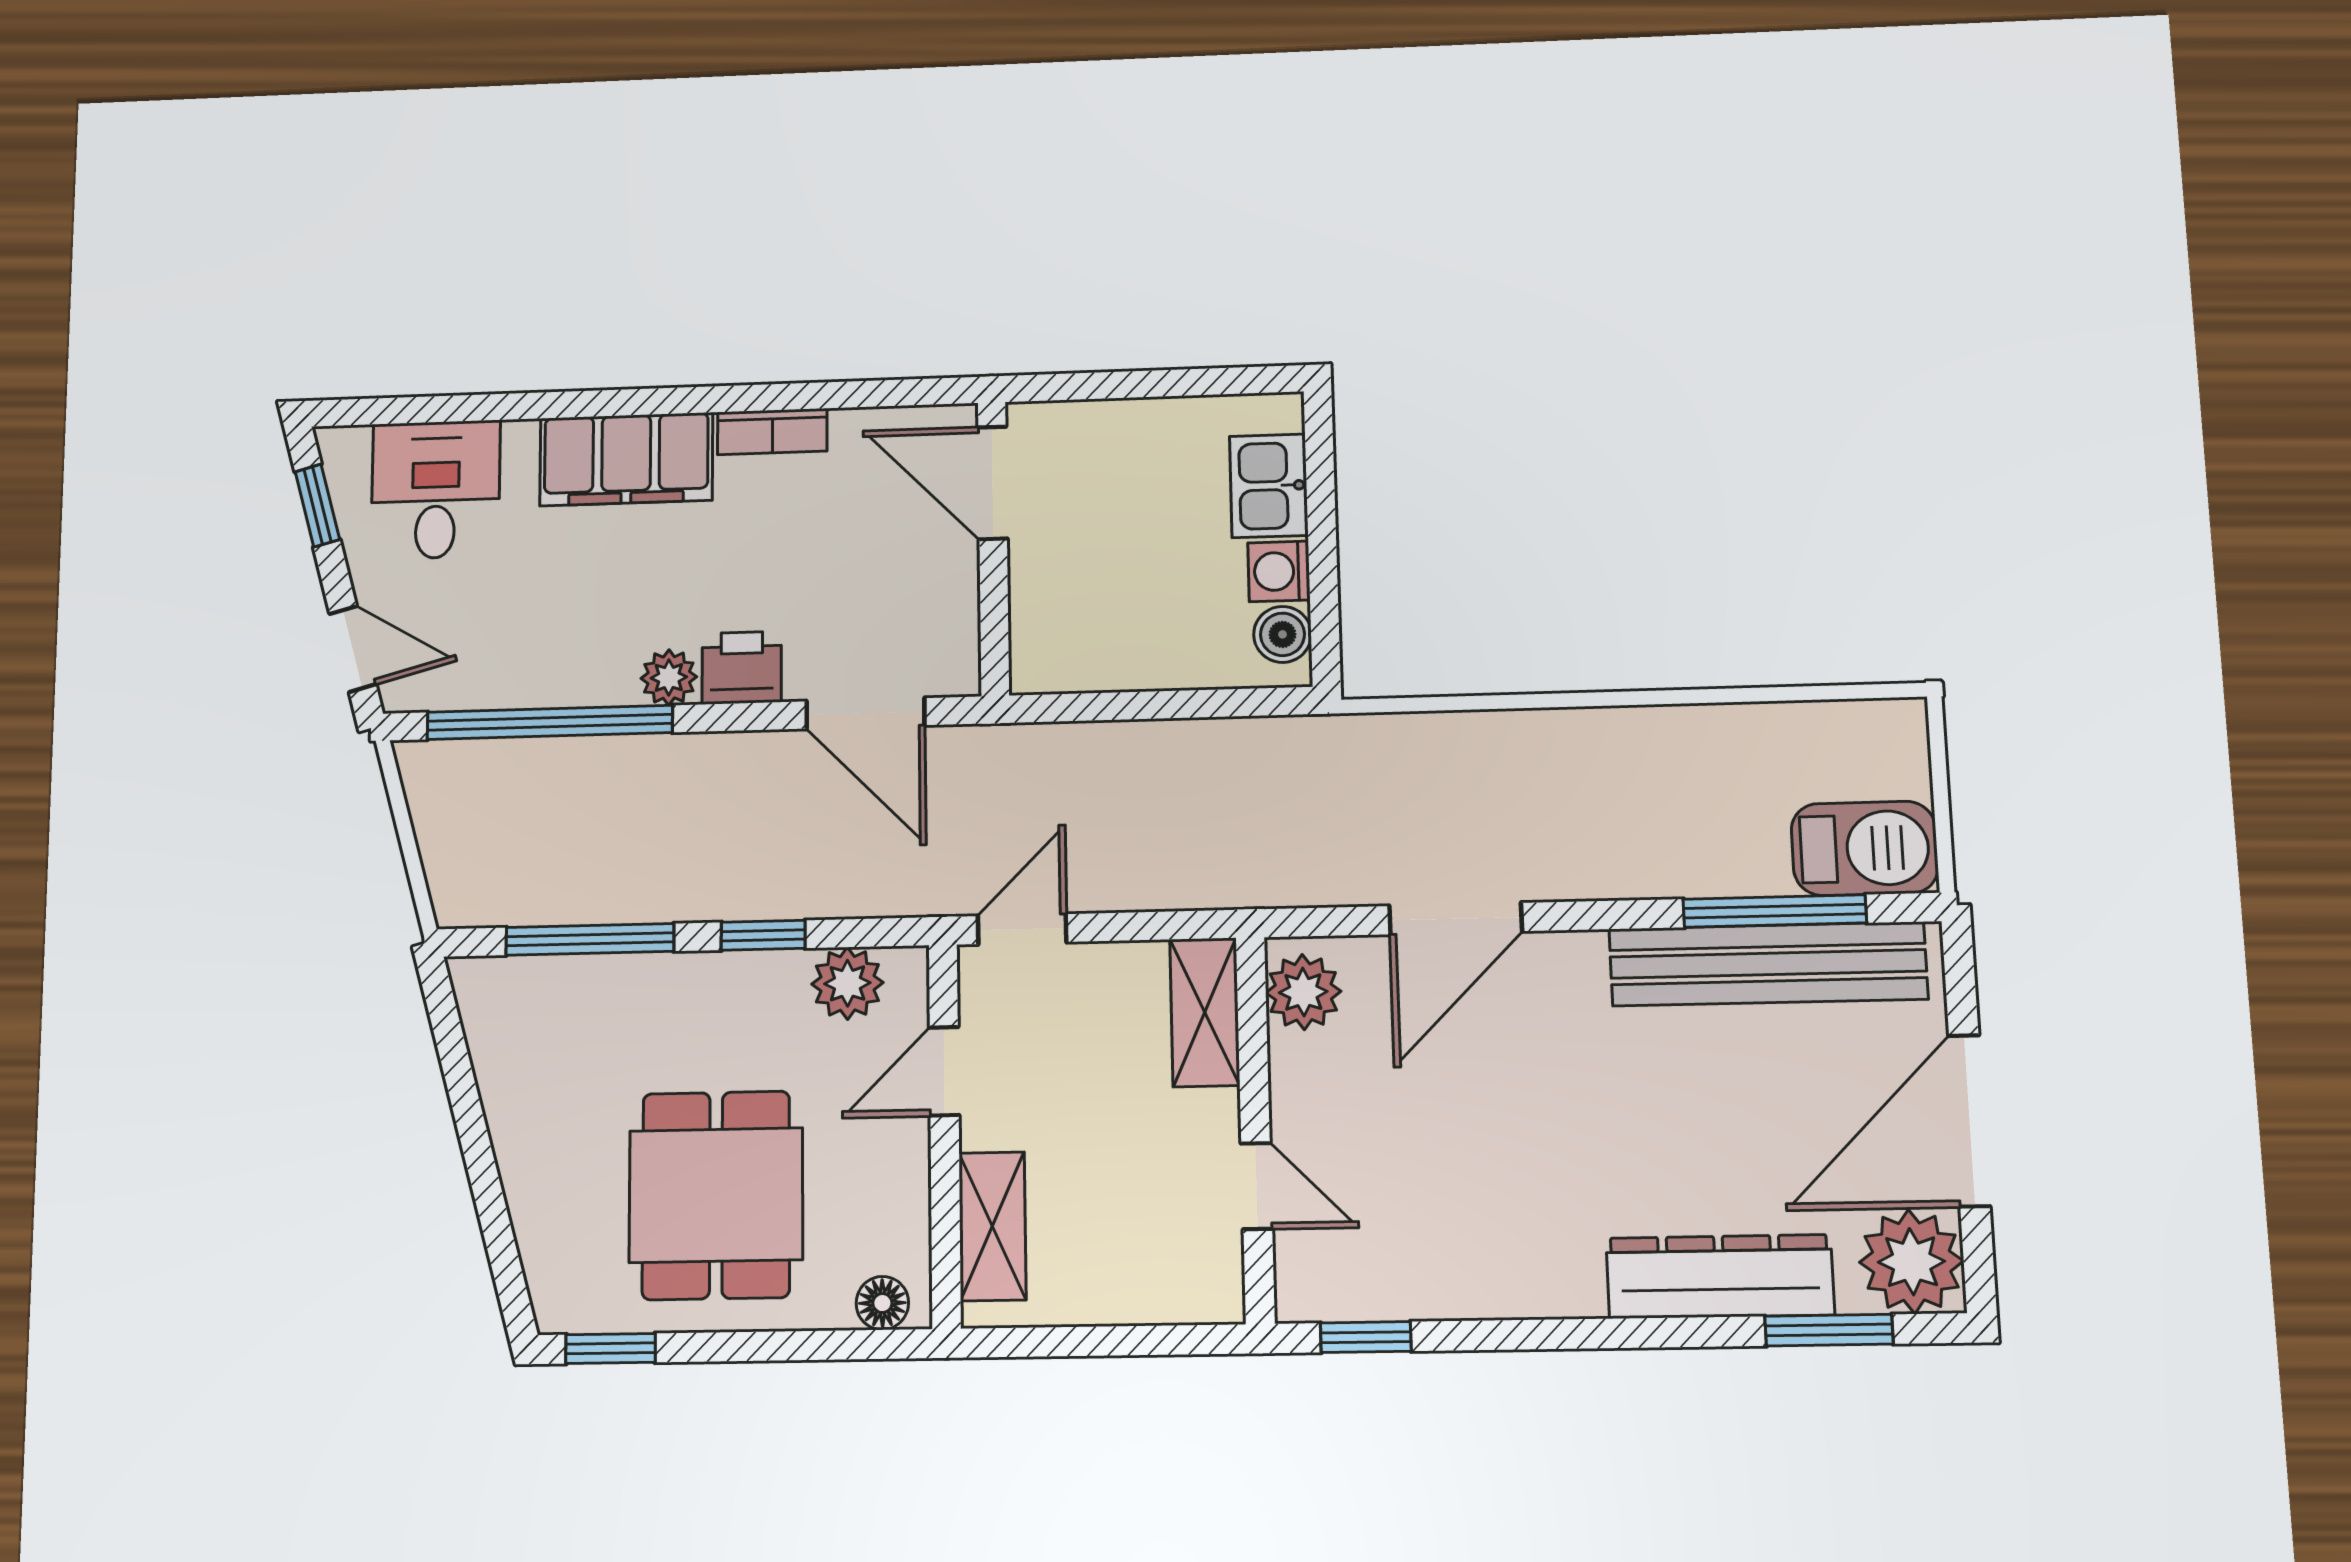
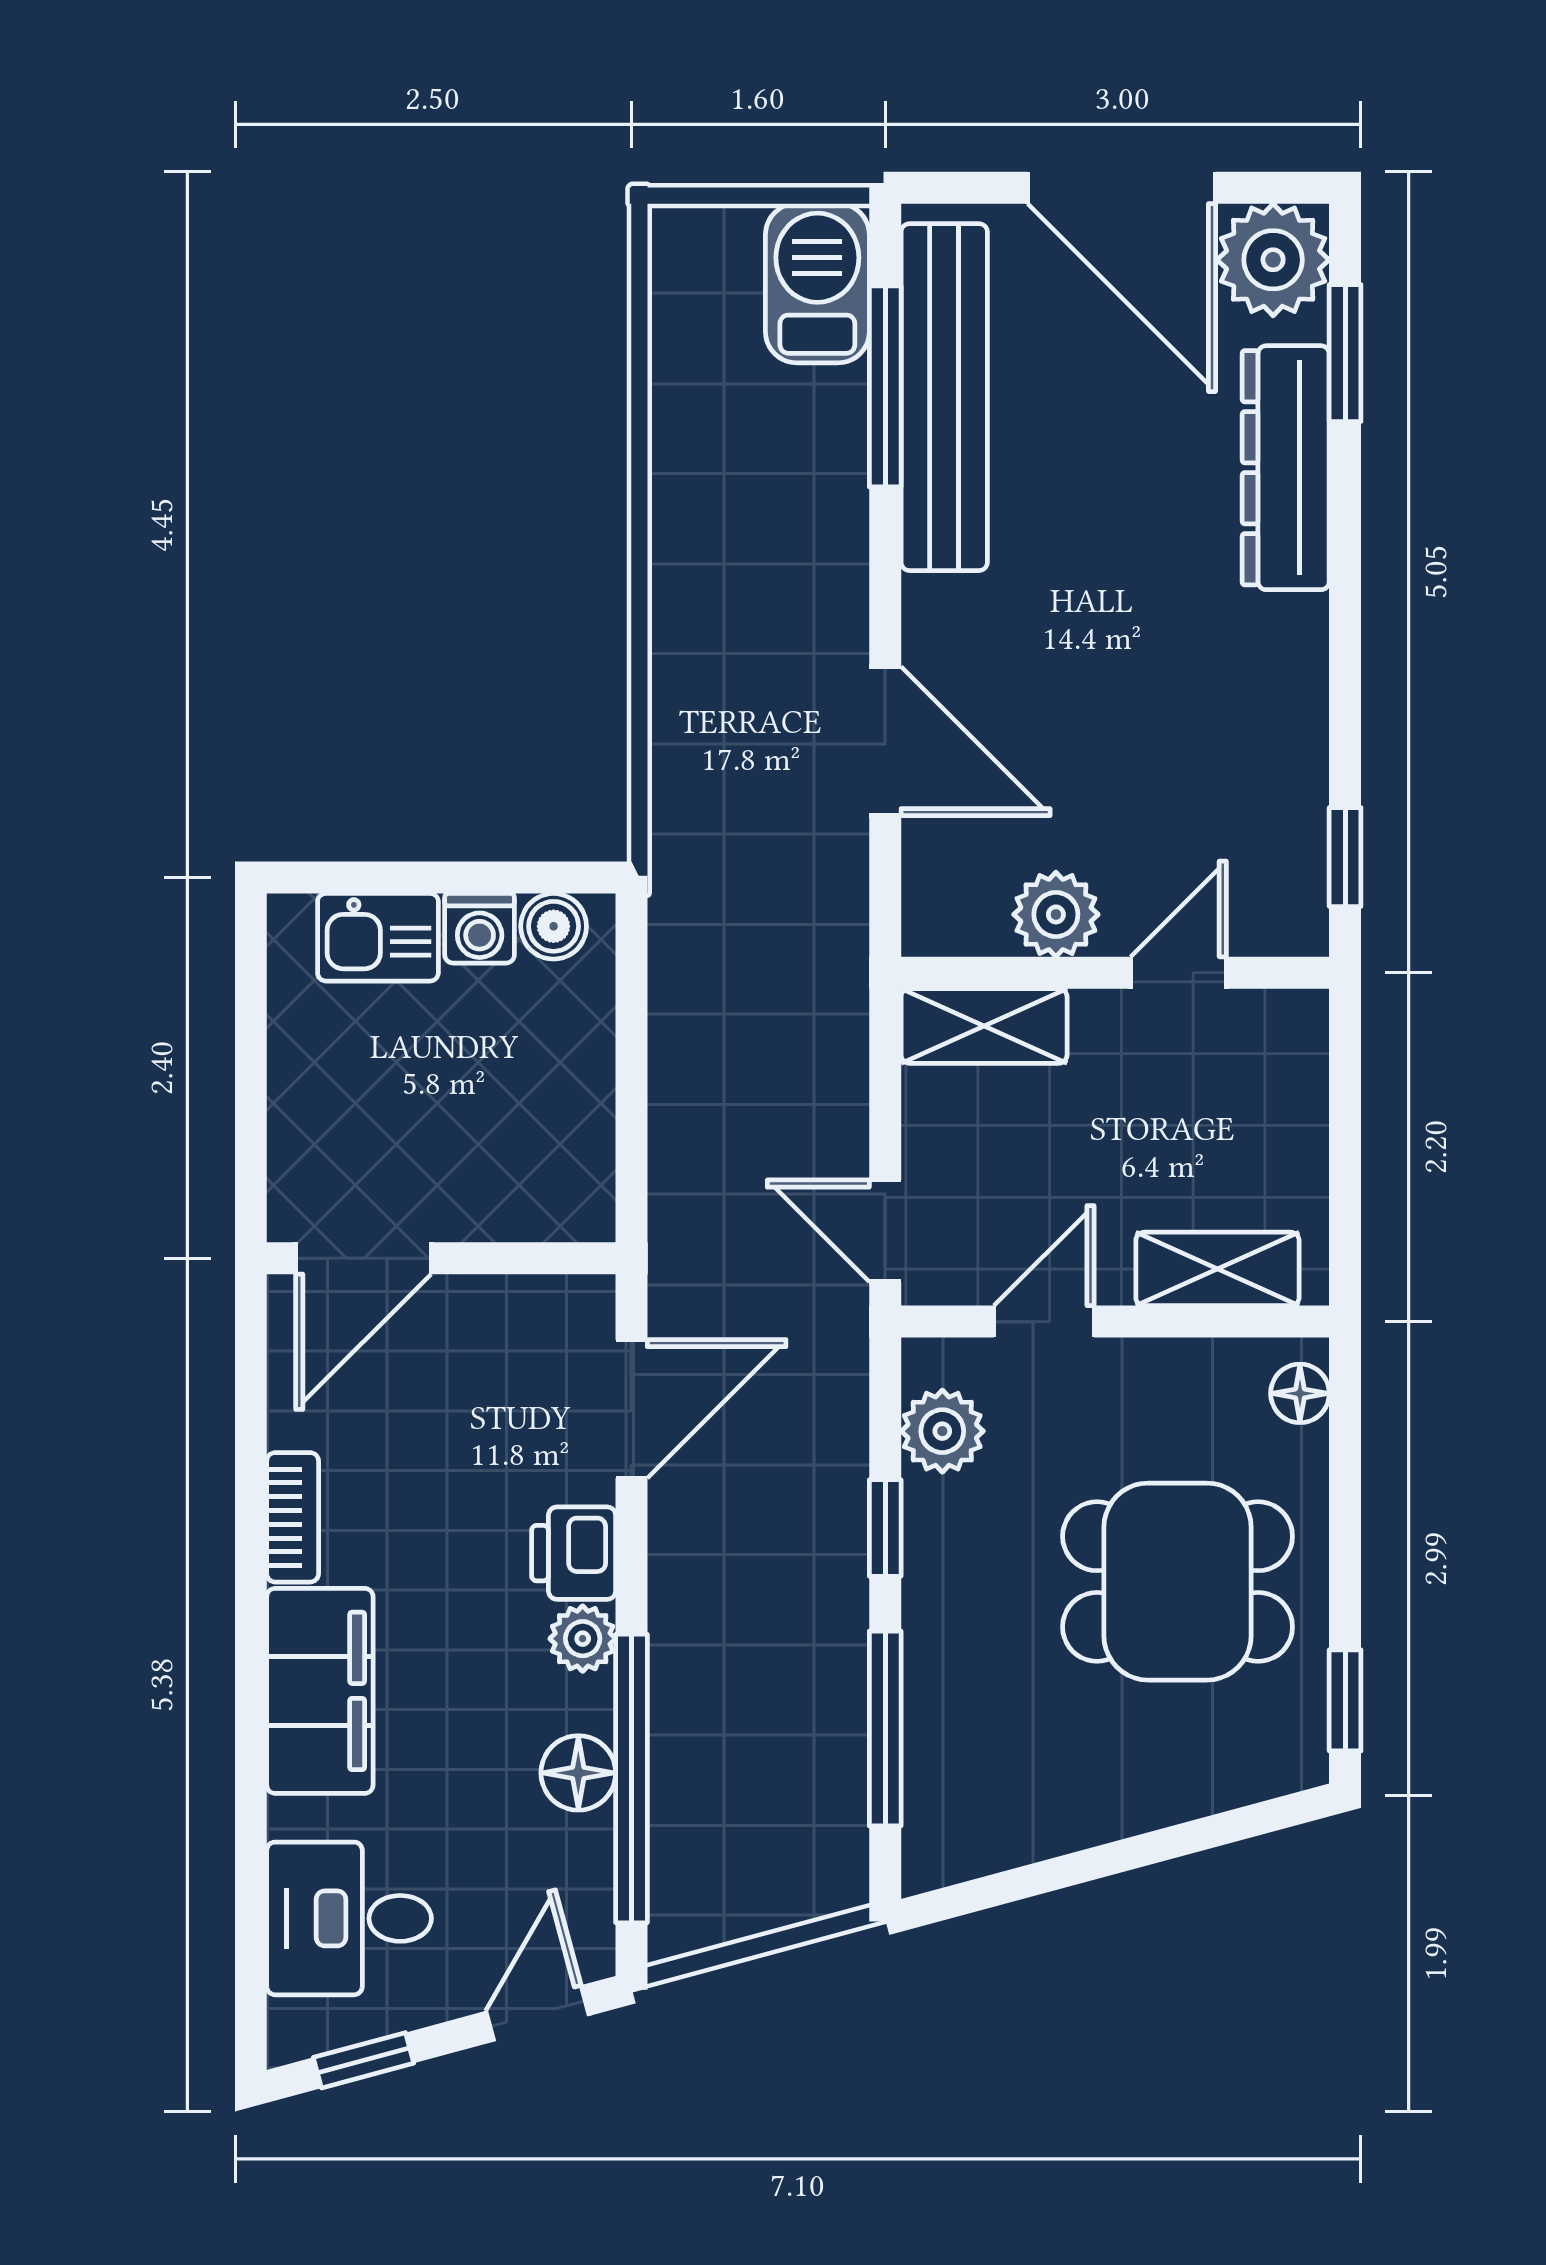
floor lamp: (555, 677) -> (578, 1773), added
plant: (1303, 992) -> (1056, 914), moved
door: (944, 1071) -> (1044, 1322), swing flipped

